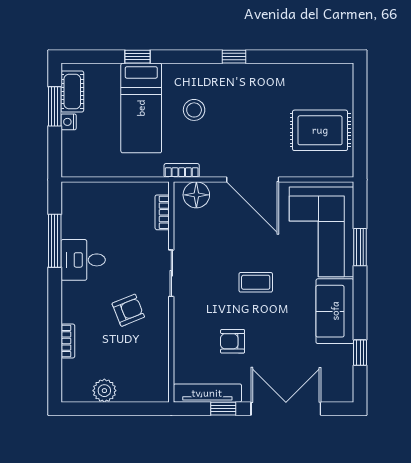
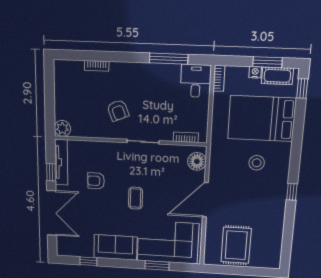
window: (137, 57) -> (302, 88), moved
bed: (141, 108) -> (262, 119), width x1.50
bookcase: (182, 170) -> (219, 78), moved
desk: (83, 260) -> (196, 81), moved
armchair: (233, 341) -> (96, 181), turned -90
plant: (104, 391) -> (62, 128), moved

